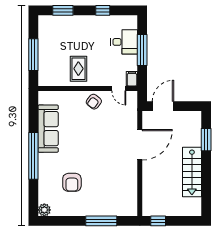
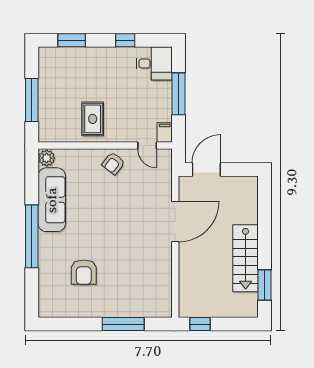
desk: (124, 42) -> (154, 63), moved
window: (206, 140) -> (265, 285), moved
plant: (44, 210) -> (47, 158), moved

